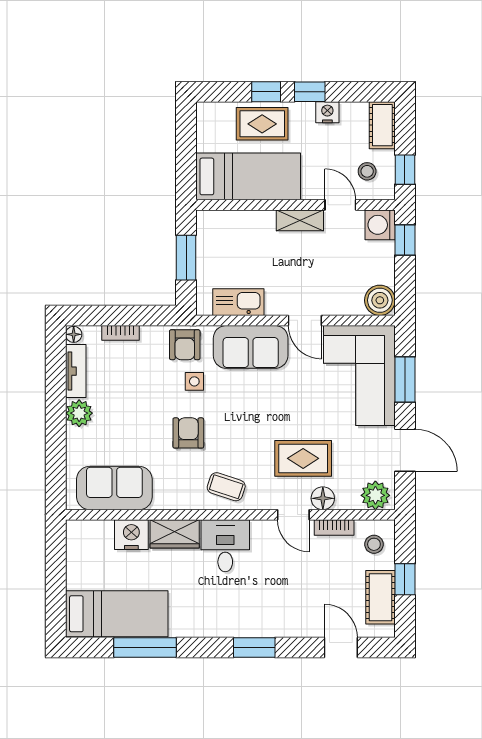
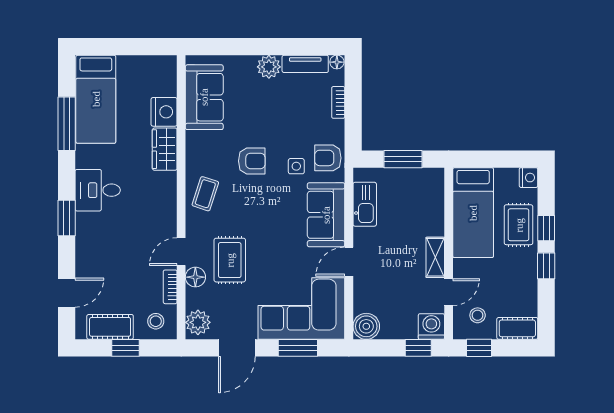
nightstand: (327, 112) -> (528, 178), moved
desk: (225, 546) -> (98, 190), moved, turned 180

